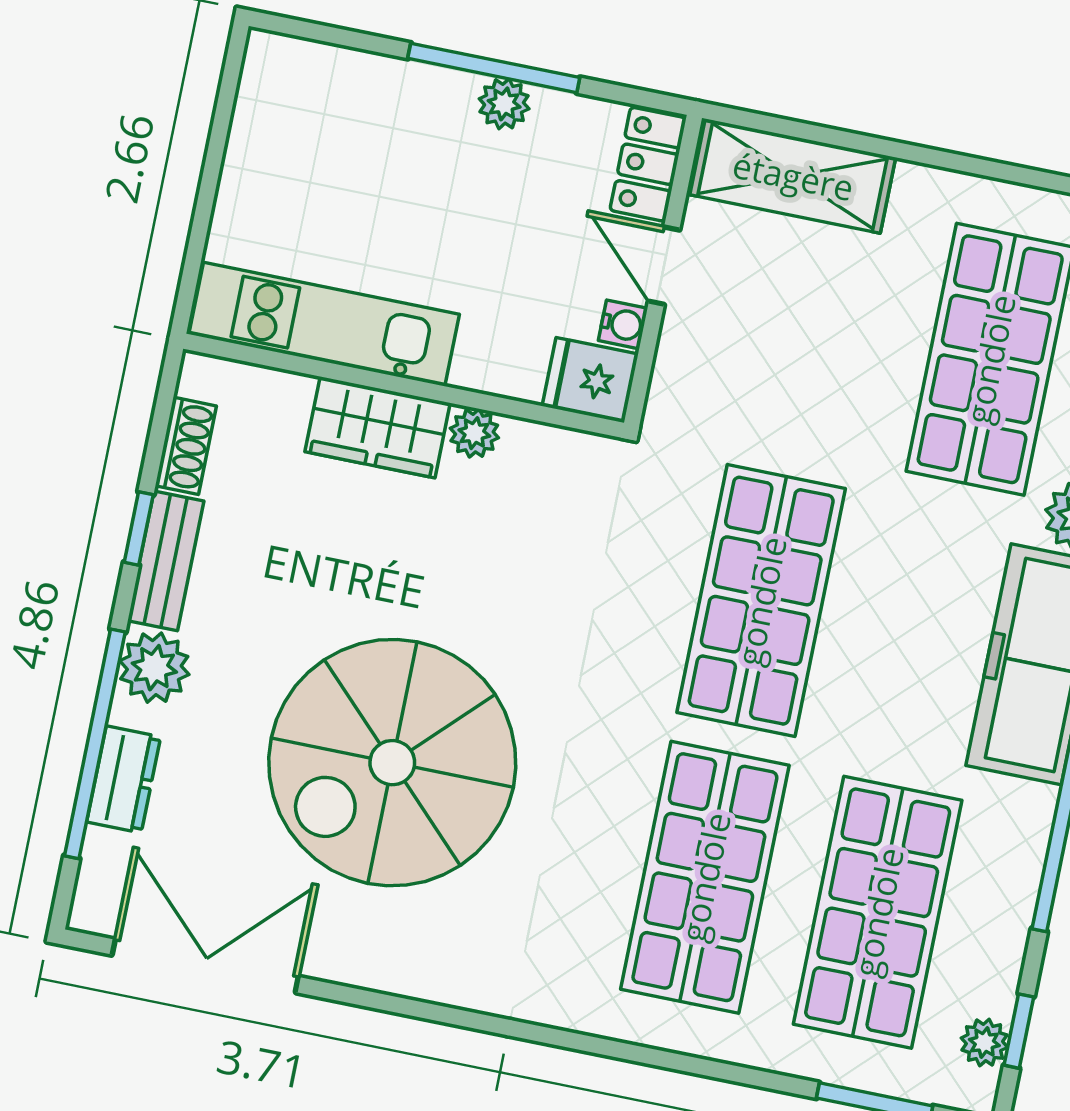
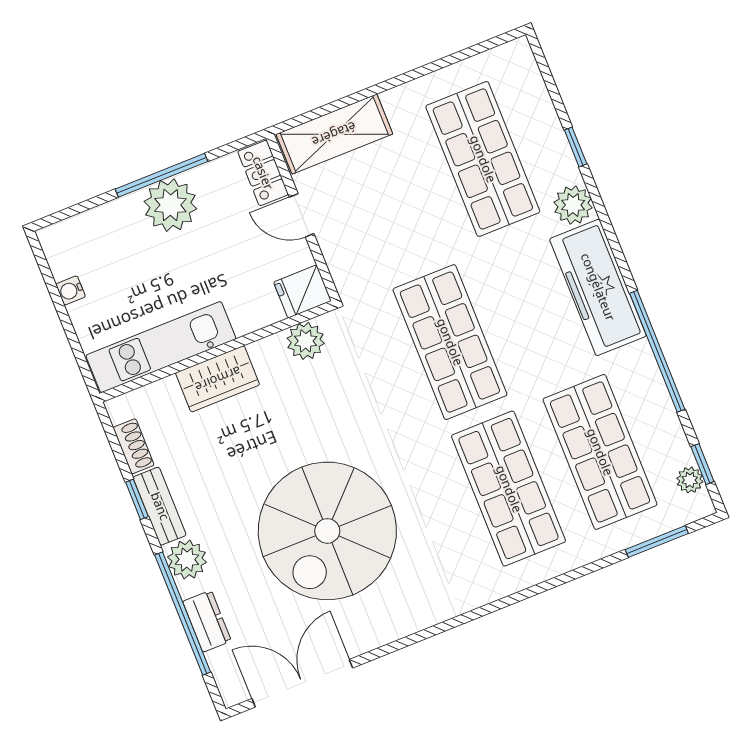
plant: (504, 104) -> (170, 205), width x1.87, depth x1.87
water cooler: (623, 324) -> (71, 290), moved, turned 180
plant: (474, 433) -> (306, 341), moved, width x1.38, depth x1.38

